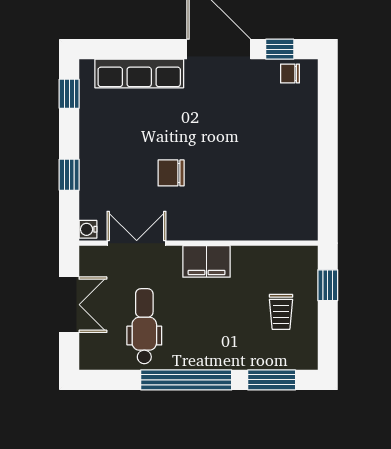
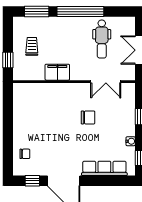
chair: (290, 73) -> (25, 154), moved
water cooler: (88, 229) -> (131, 141), moved
filing cabinet: (207, 261) -> (57, 72), moved

